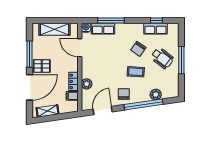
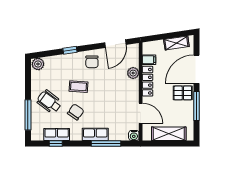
row of seats: (103, 29) -> (95, 134), moved
window: (181, 60) -> (28, 115), moved
locker: (74, 81) -> (148, 81), width x1.53
plant: (156, 95) -> (38, 64), moved
window: (144, 104) -> (70, 50), width x0.32

